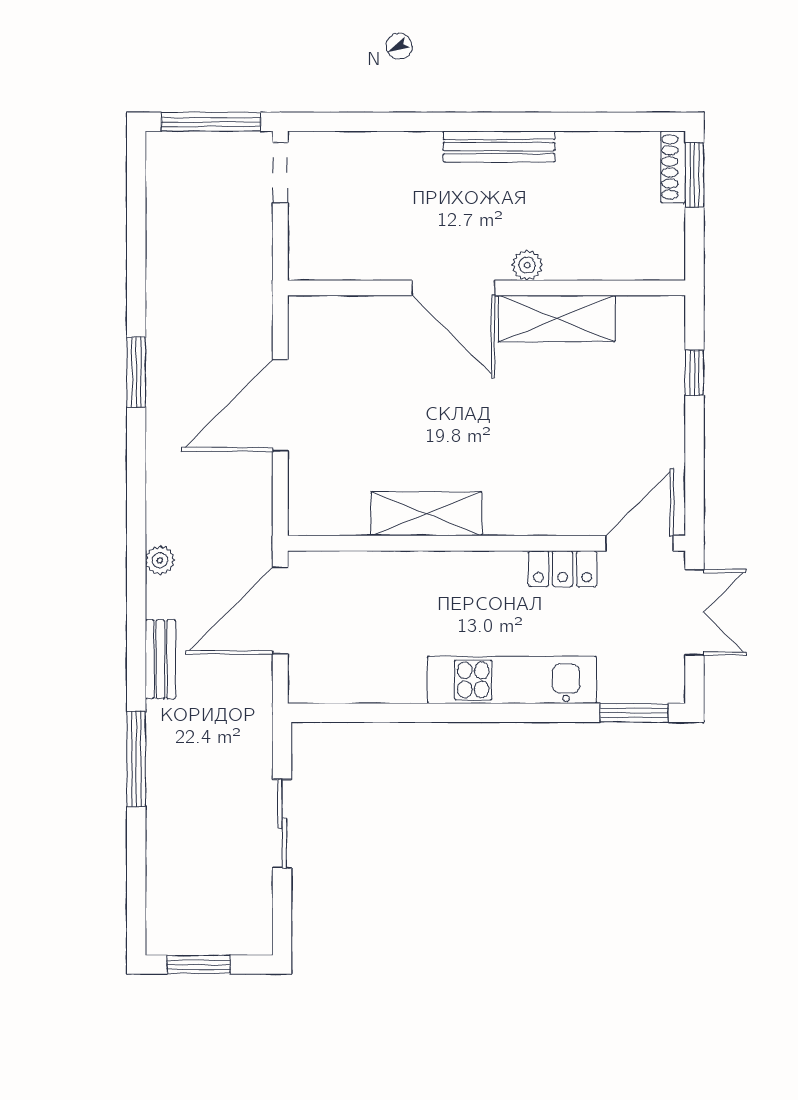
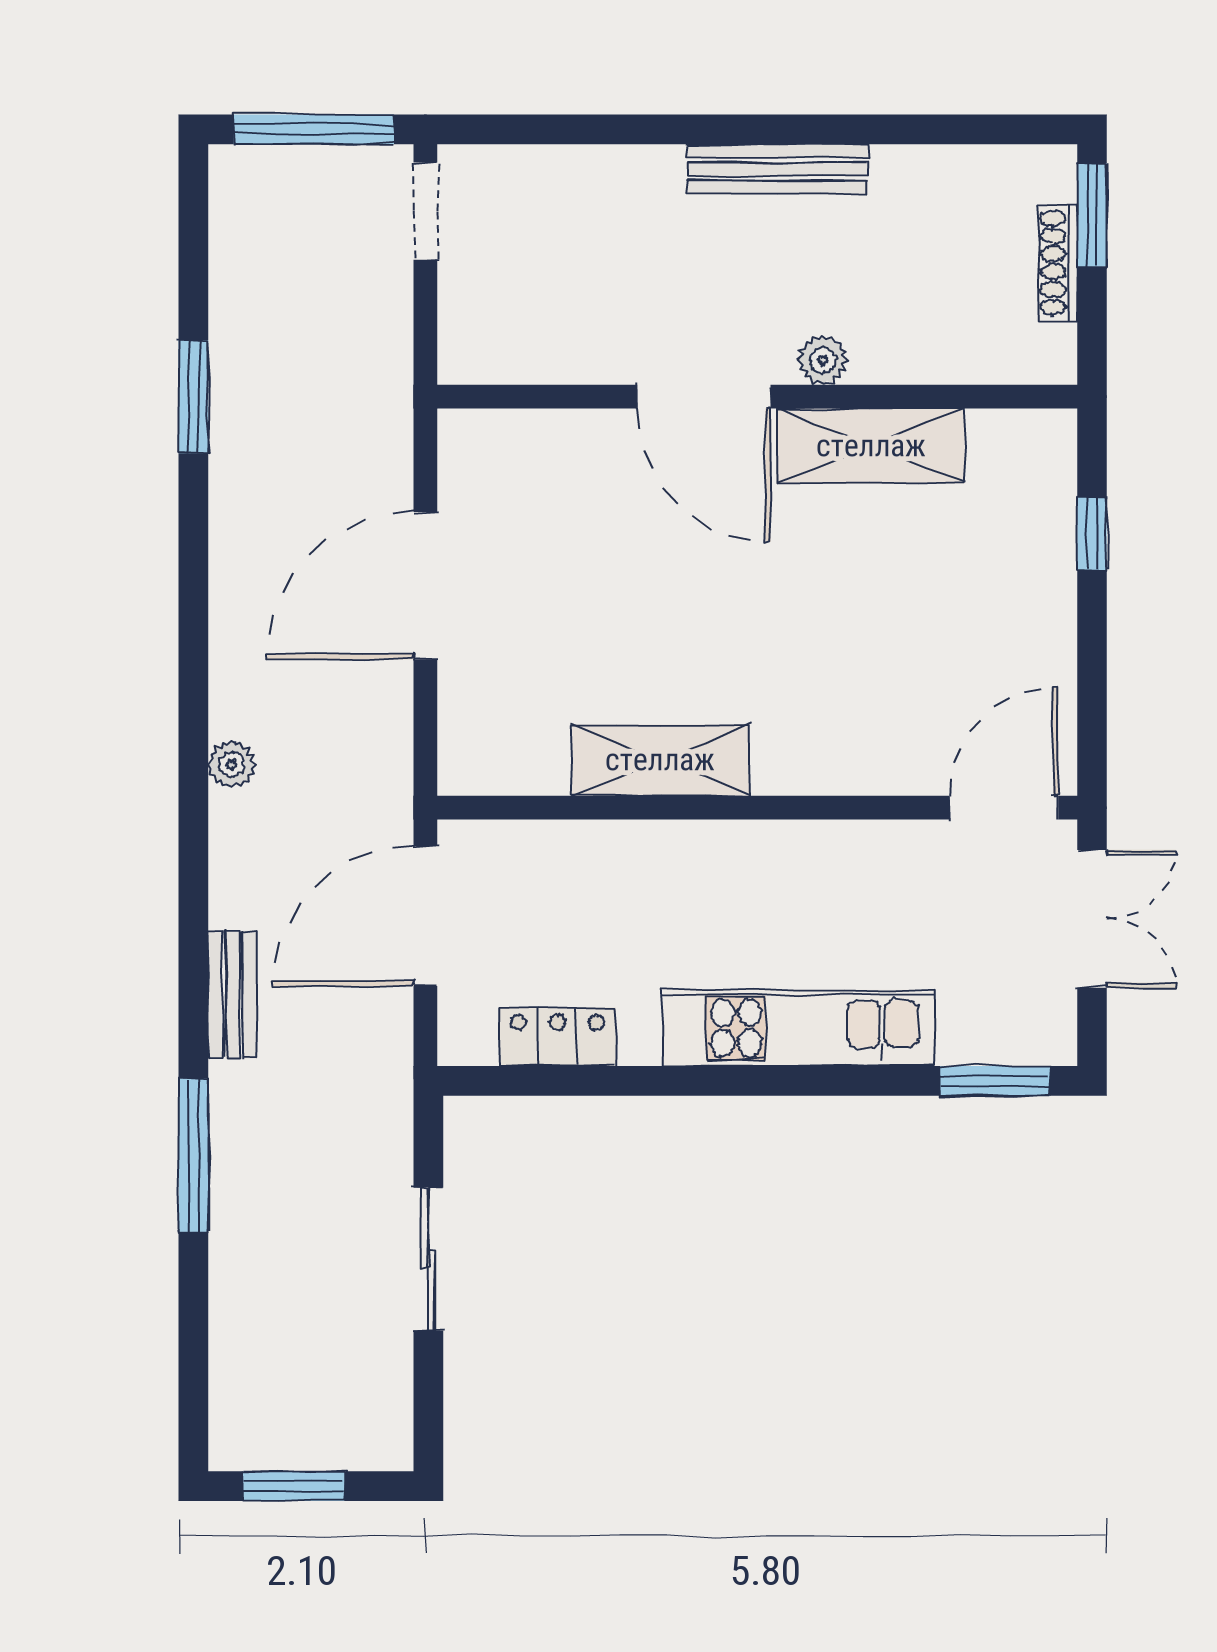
shoe rack: (673, 167) -> (1058, 263), moved
window: (136, 372) -> (193, 397), moved
plant: (160, 560) -> (232, 764), moved
locker: (563, 569) -> (558, 1037), moved, turned 180

